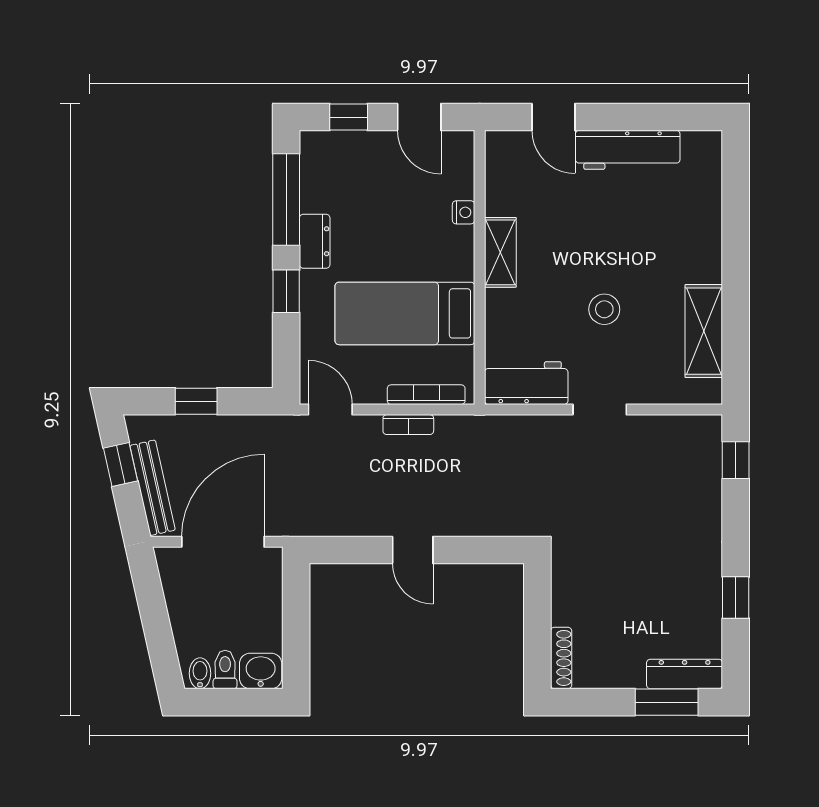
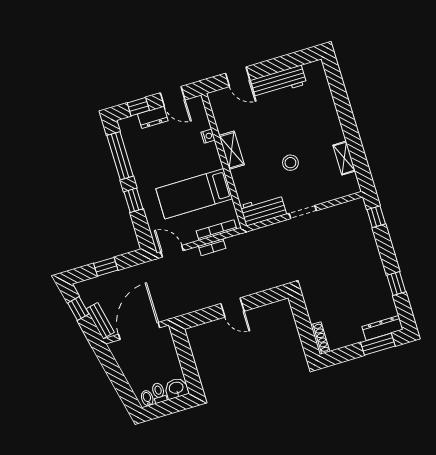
dresser: (315, 241) -> (153, 117), moved, turned 90
shelving: (704, 331) -> (344, 158), width x0.67, depth x0.75
bench: (153, 488) -> (100, 321), width x0.73

